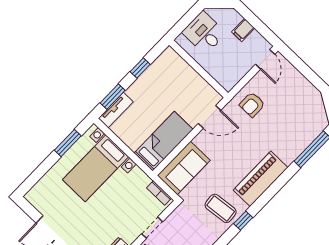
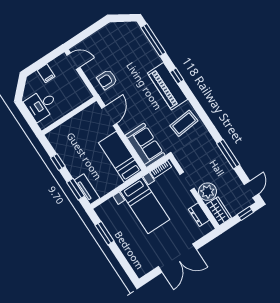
armchair: (252, 105) -> (107, 80), turned 90
bed with nightstands: (96, 168) -> (145, 205), moved
window: (243, 221) -> (177, 76), moved

